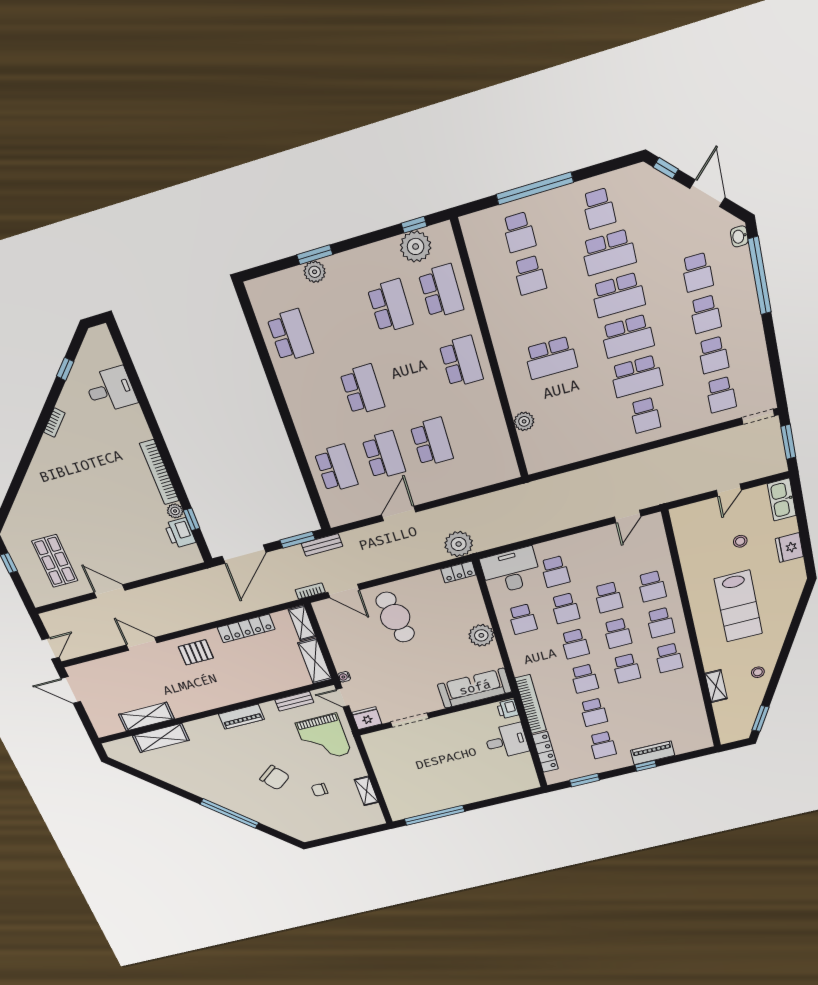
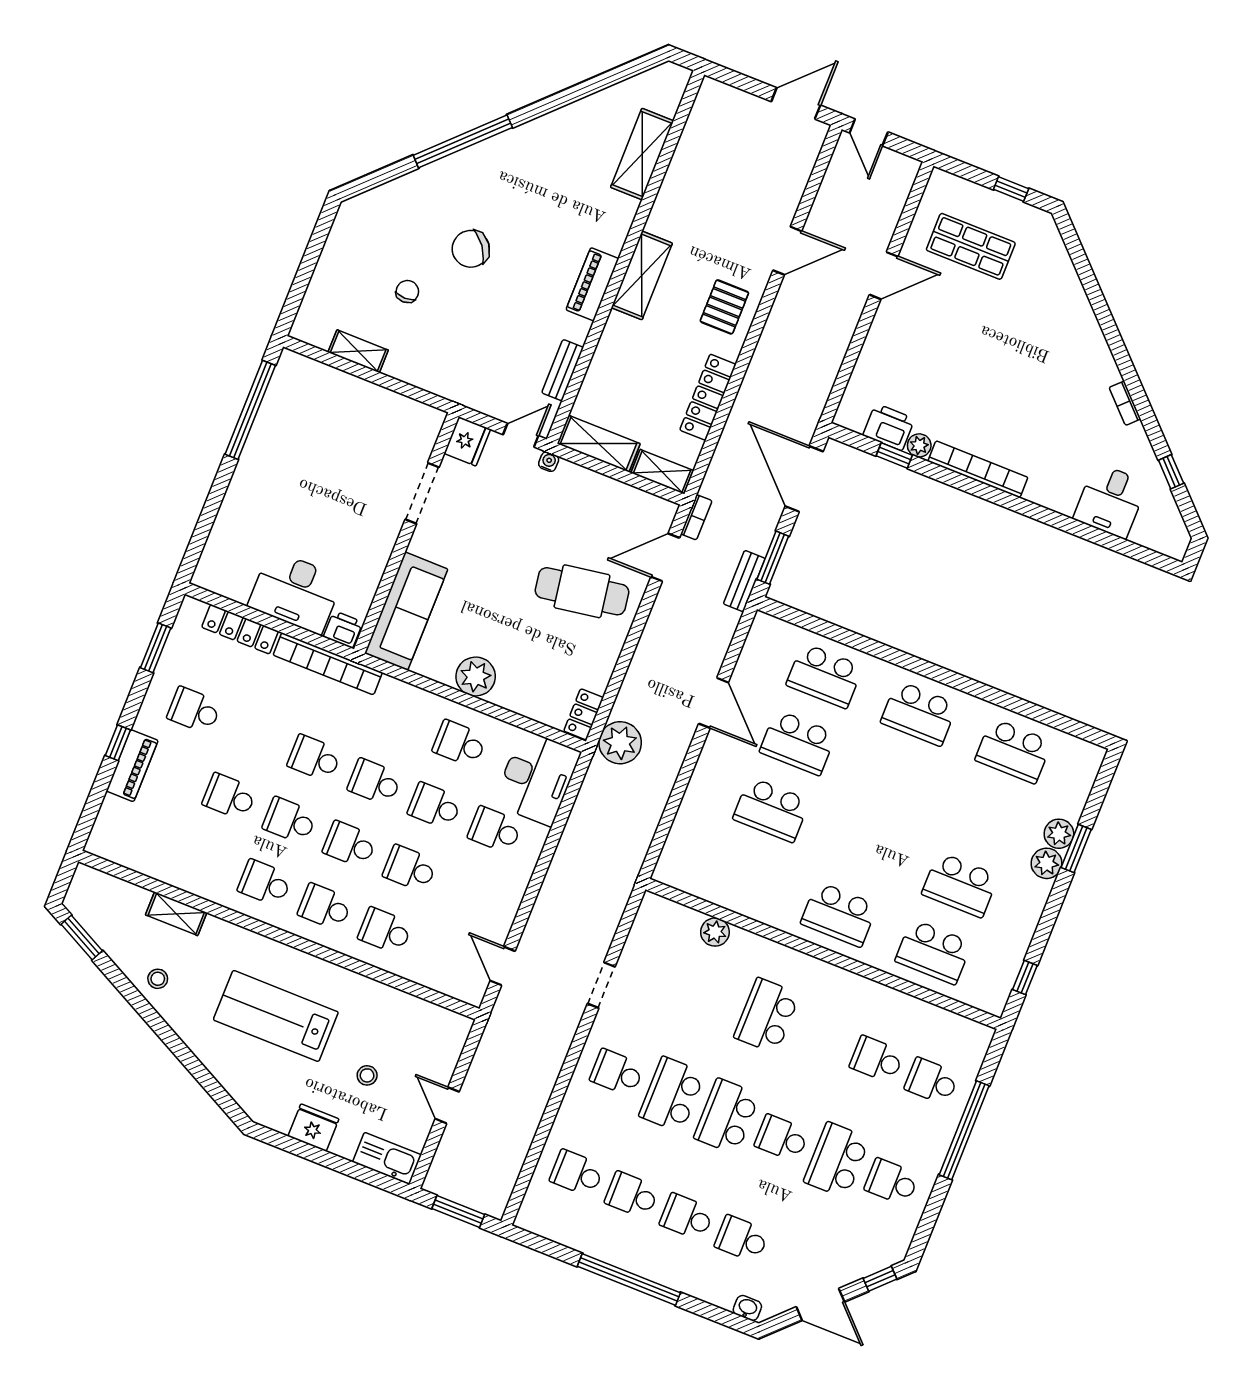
plant: (416, 247) -> (1046, 863), moved, width x0.73, depth x0.73
window: (760, 276) -> (629, 1279), moved
school desk: (618, 295) -> (782, 1138), width x0.54
school desk: (362, 390) -> (919, 713), moved
doorway: (758, 417) -> (601, 985), moved
school desk: (594, 712) -> (229, 797), moved
shelving: (146, 717) -> (642, 275), moved
grand piano: (323, 738) -> (481, 362), removed
desk: (506, 741) -> (295, 592), width x1.37

